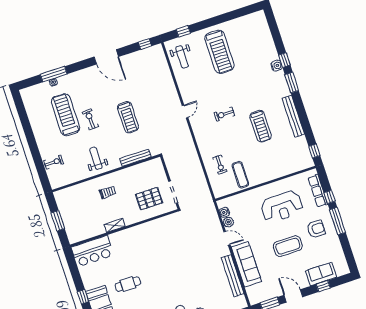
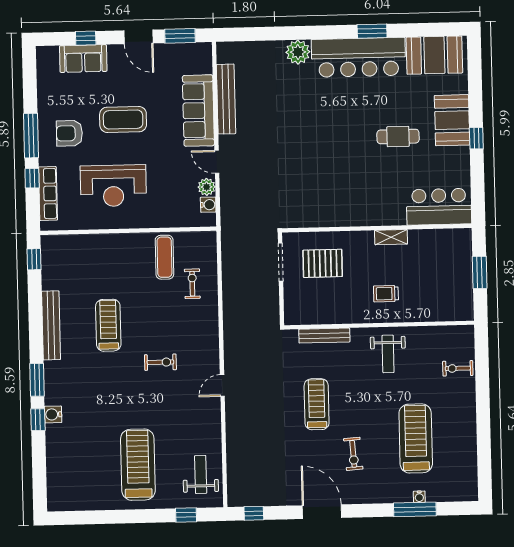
treadmill: (65, 115) -> (416, 438), turned 180
exercise bike: (90, 119) -> (353, 454), moved
reception desk: (282, 207) -> (113, 186), turned 180

